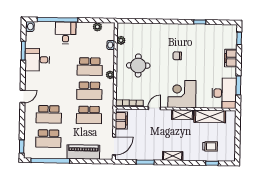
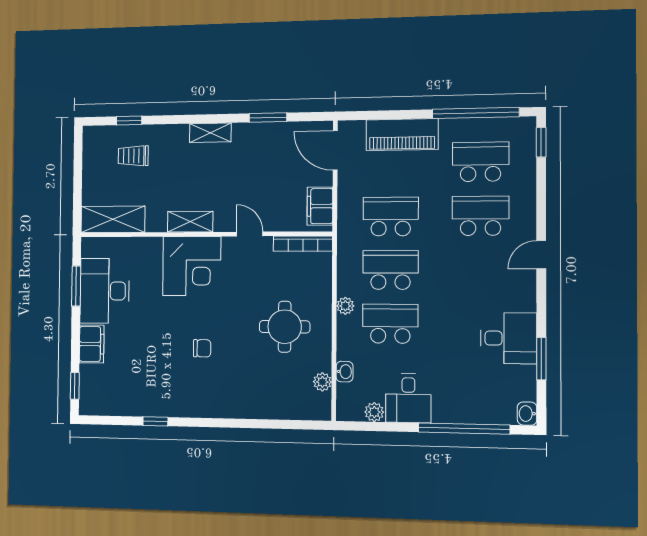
desk: (66, 33) -> (408, 398), moved
desk: (224, 93) -> (105, 291), moved
door: (154, 108) -> (250, 234), swing flipped
shelving: (210, 116) -> (113, 219), moved
door: (114, 146) -> (335, 150), hinge flipped

